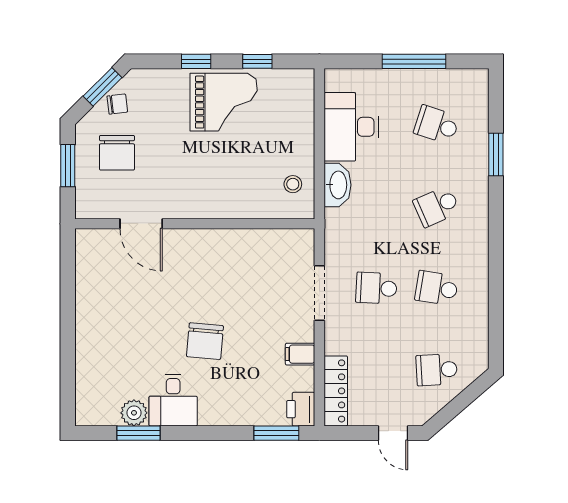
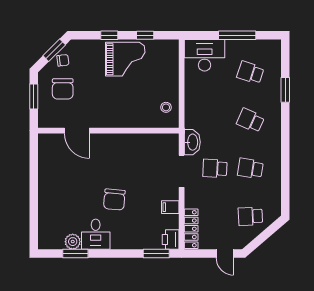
desk: (351, 127) -> (205, 55), moved, turned 90
washbasin: (337, 185) -> (192, 142), moved
school desk: (437, 206) -> (250, 120), turned 48

